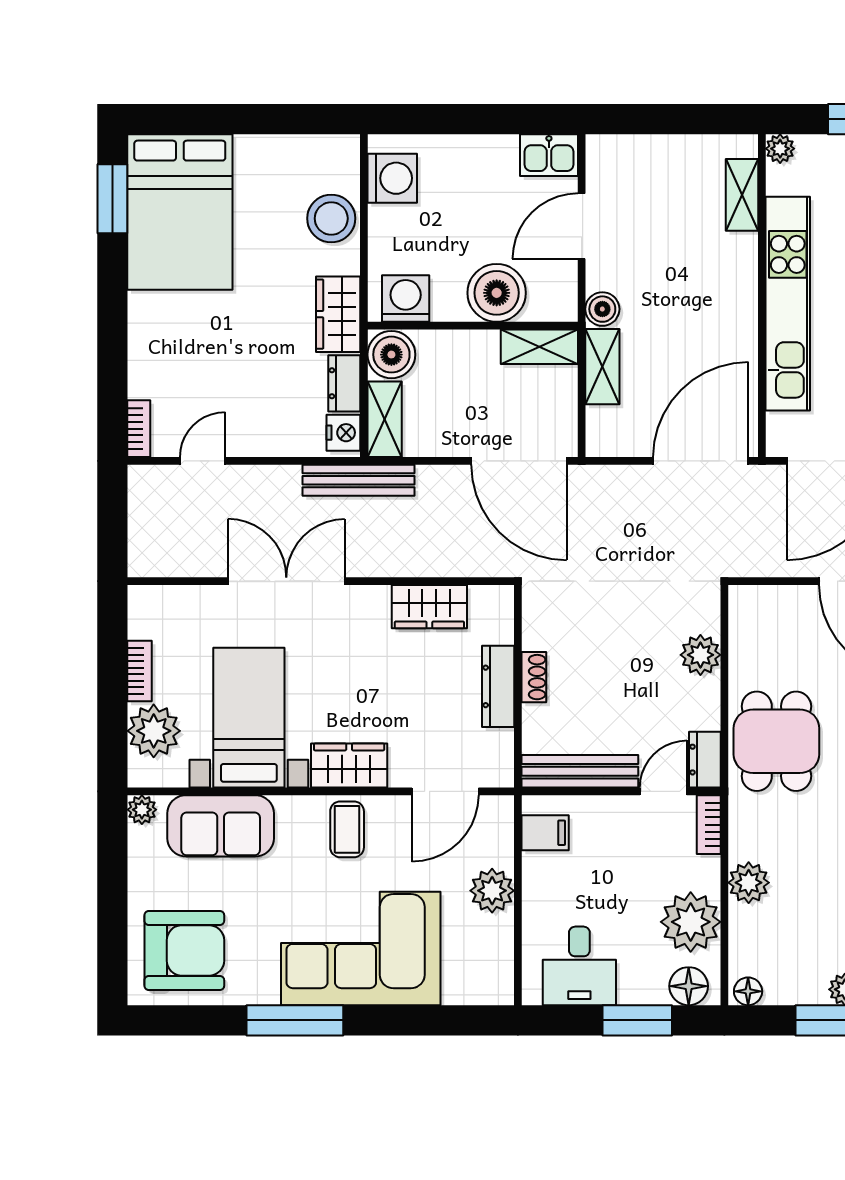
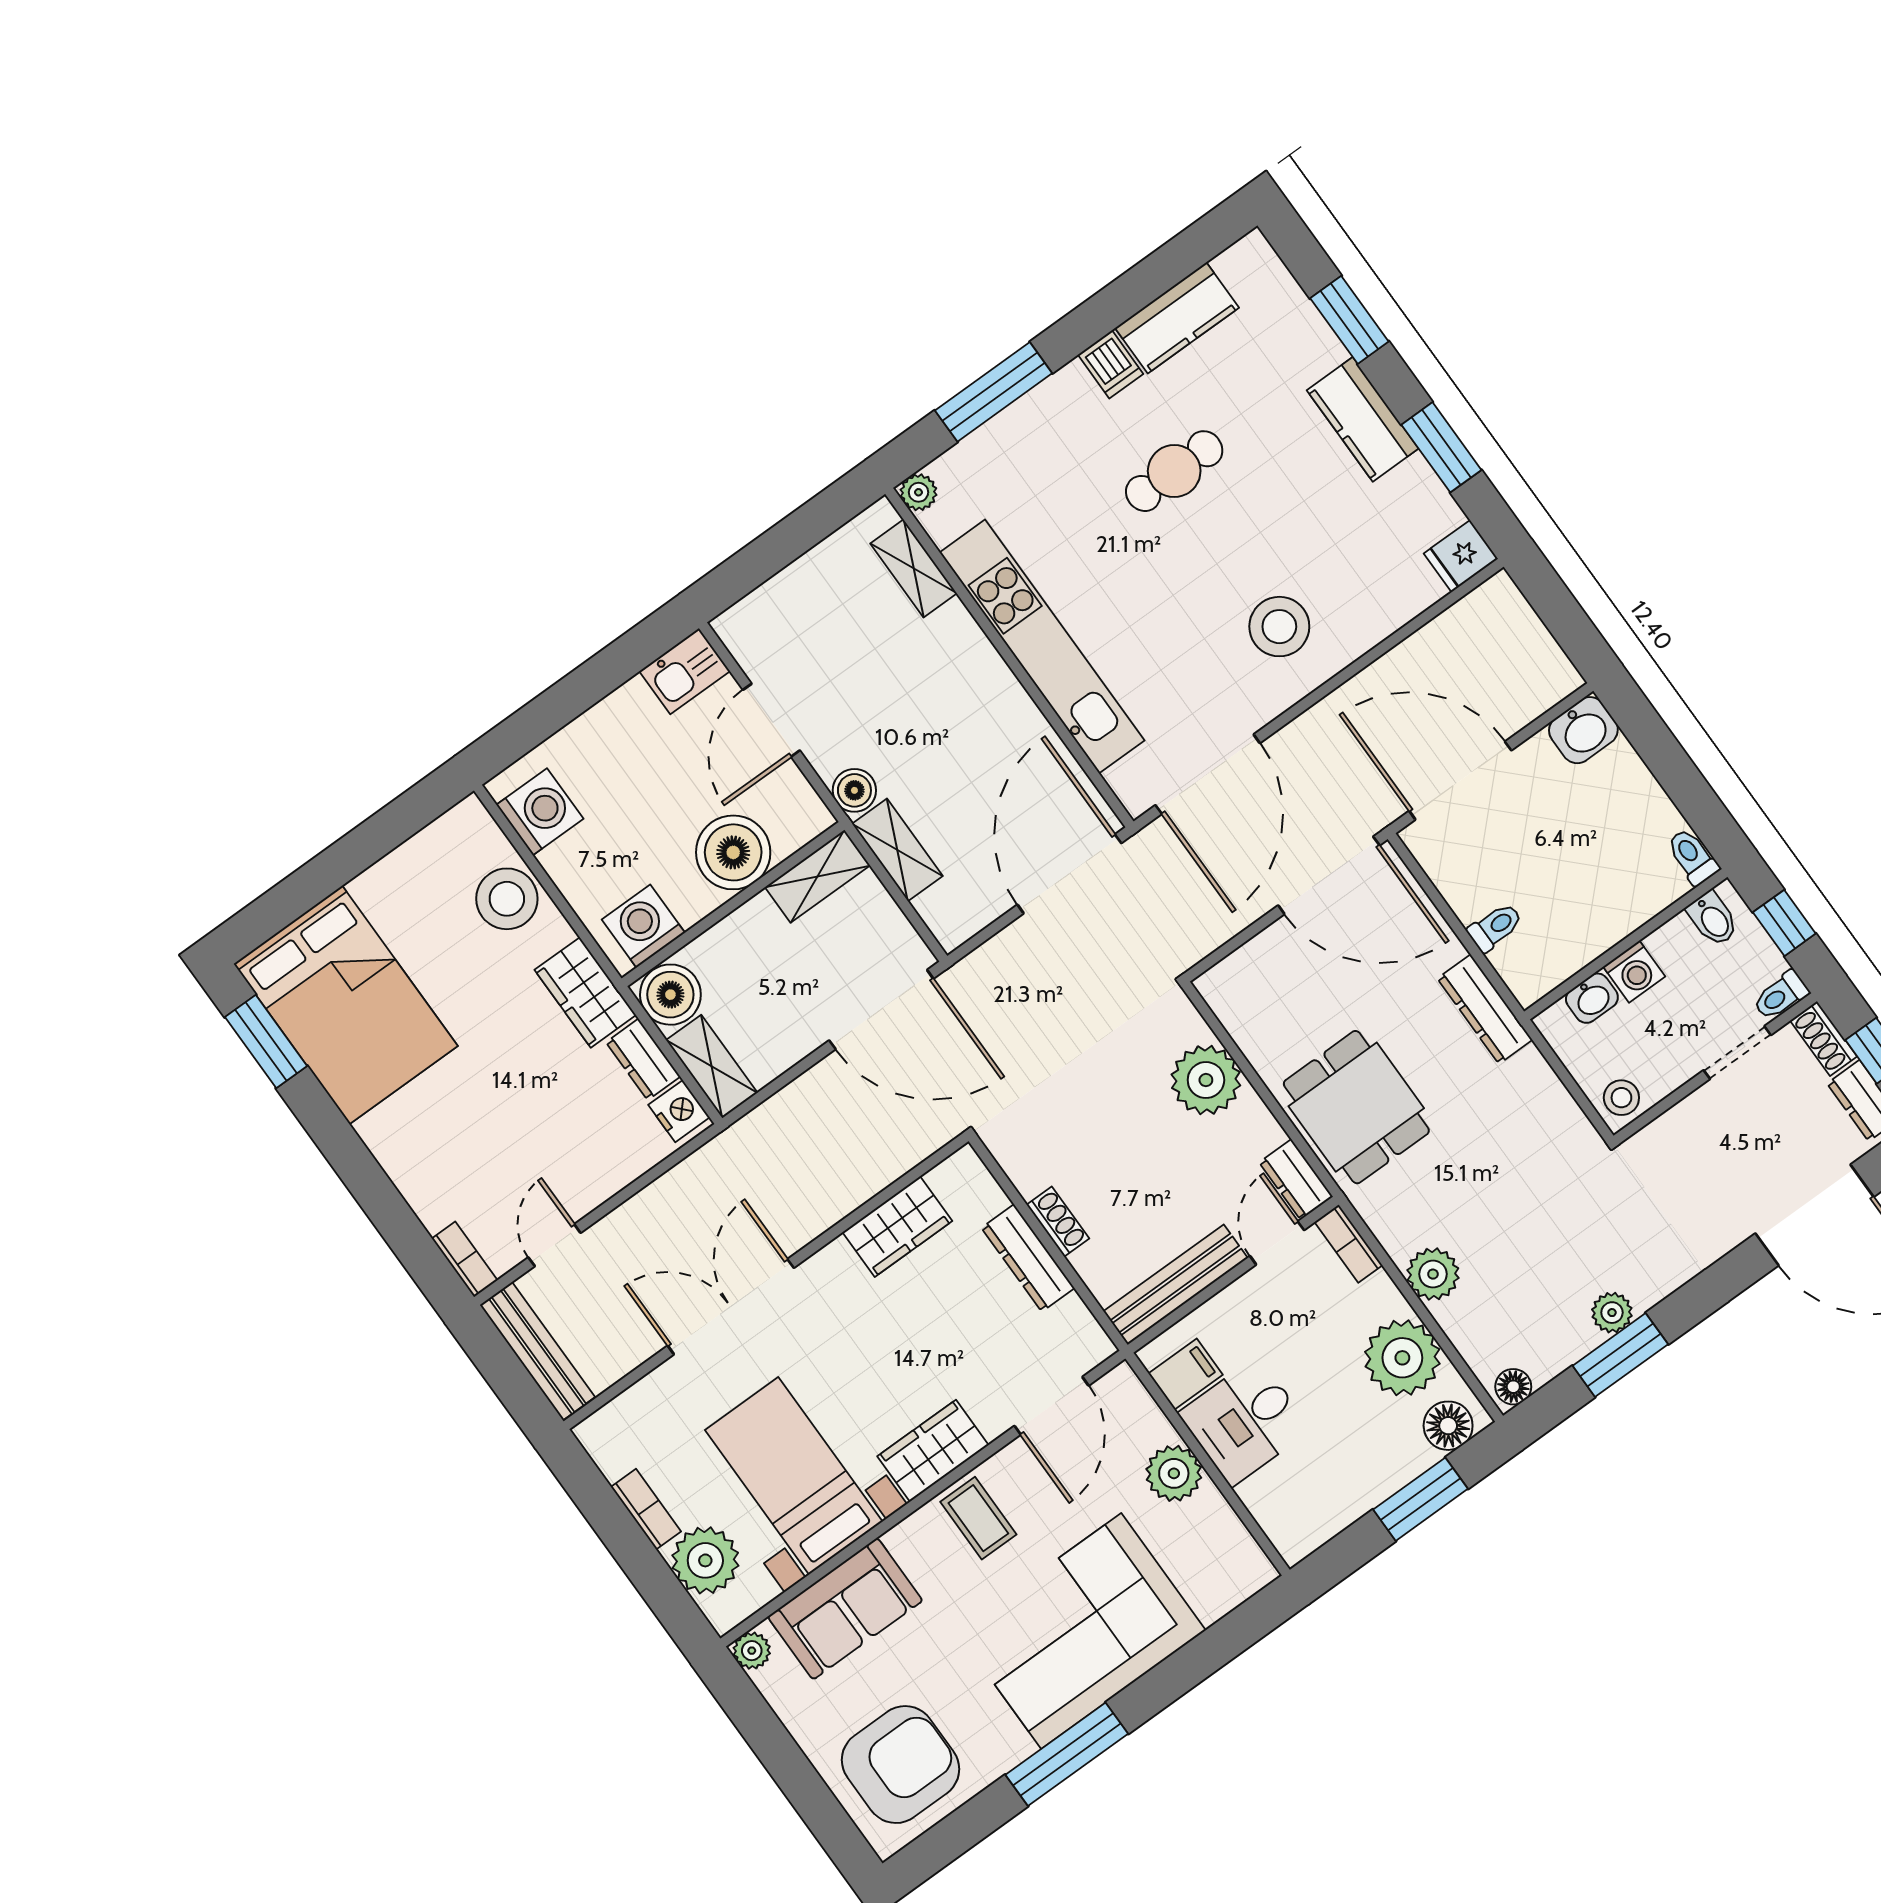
bench: (359, 480) -> (537, 1351), moved, turned 90
plant: (700, 655) -> (1206, 1080), width x1.36, depth x1.36
desk: (579, 966) -> (1245, 1421), moved, turned 90

